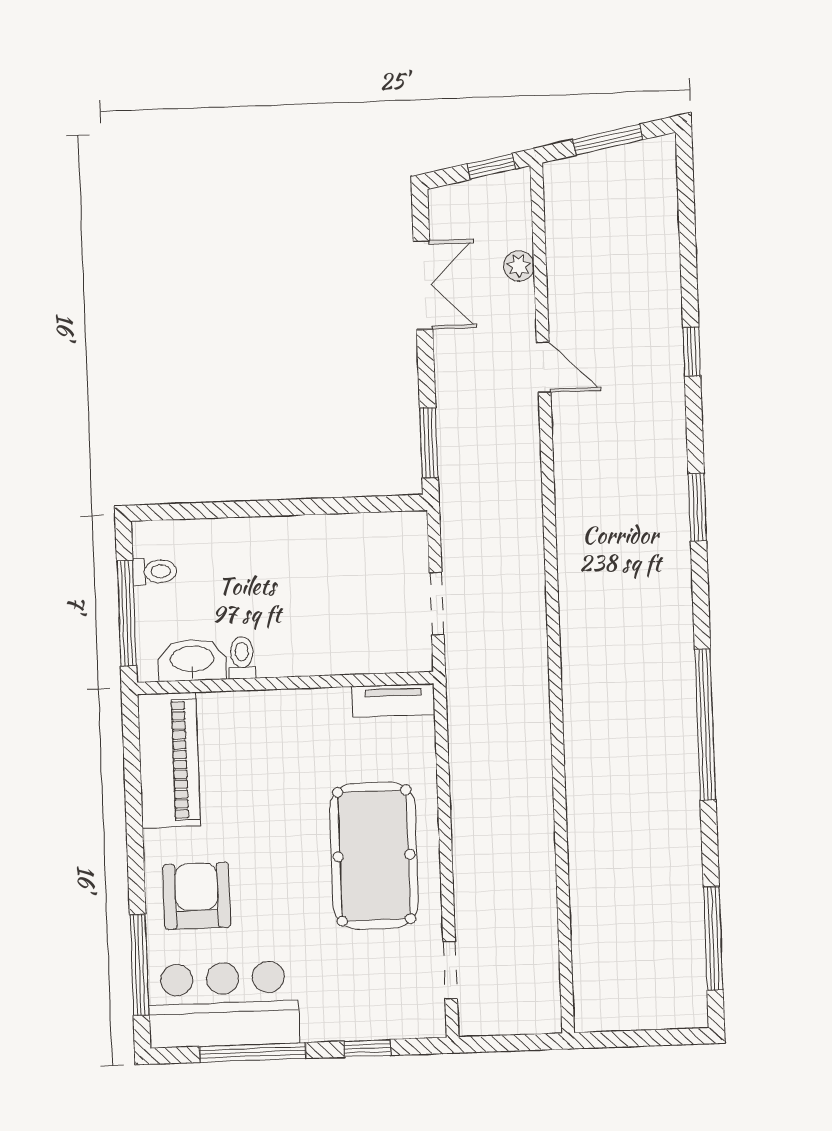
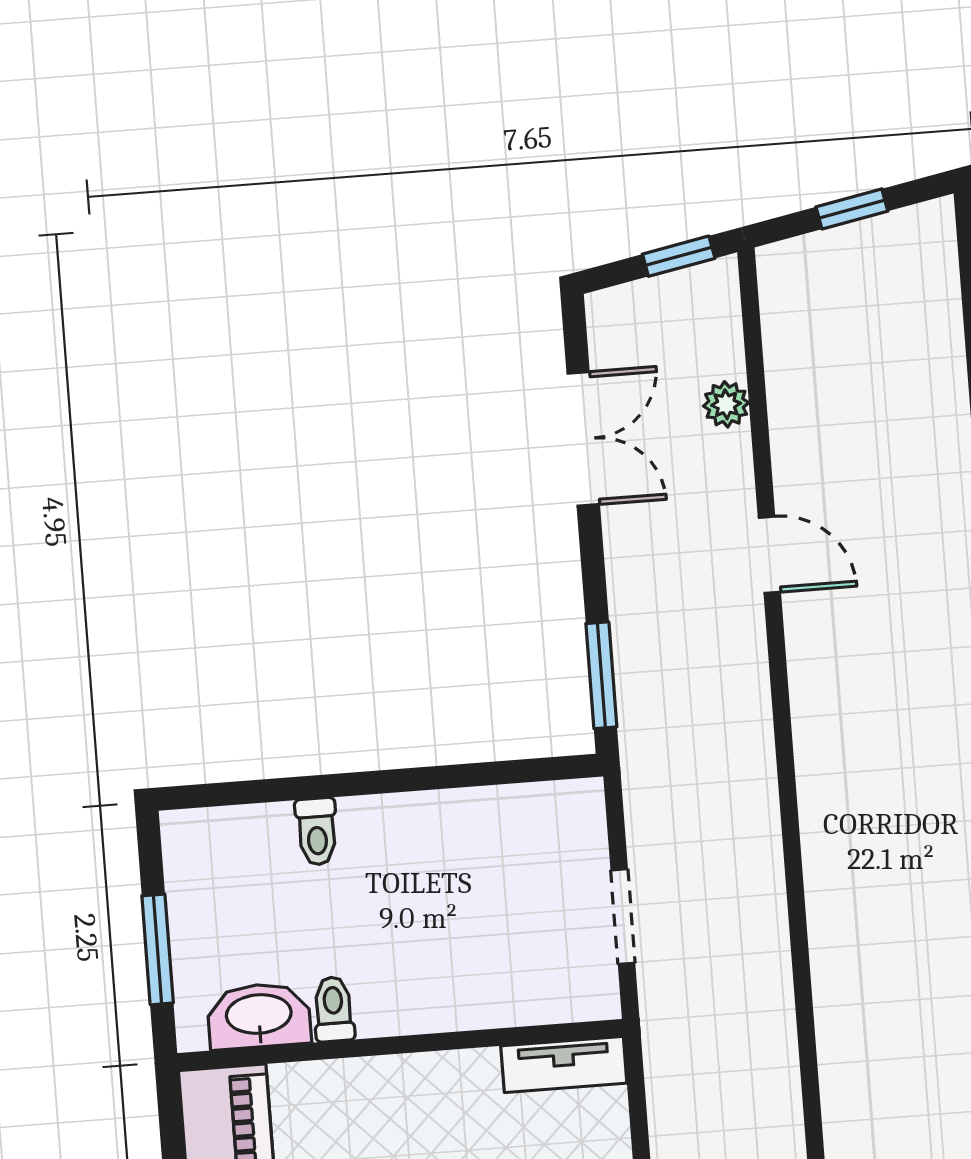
window: (608, 140) -> (852, 209), width x0.67
toilet: (155, 571) -> (317, 831), moved, turned 90
window: (127, 613) -> (158, 949), width x0.69

